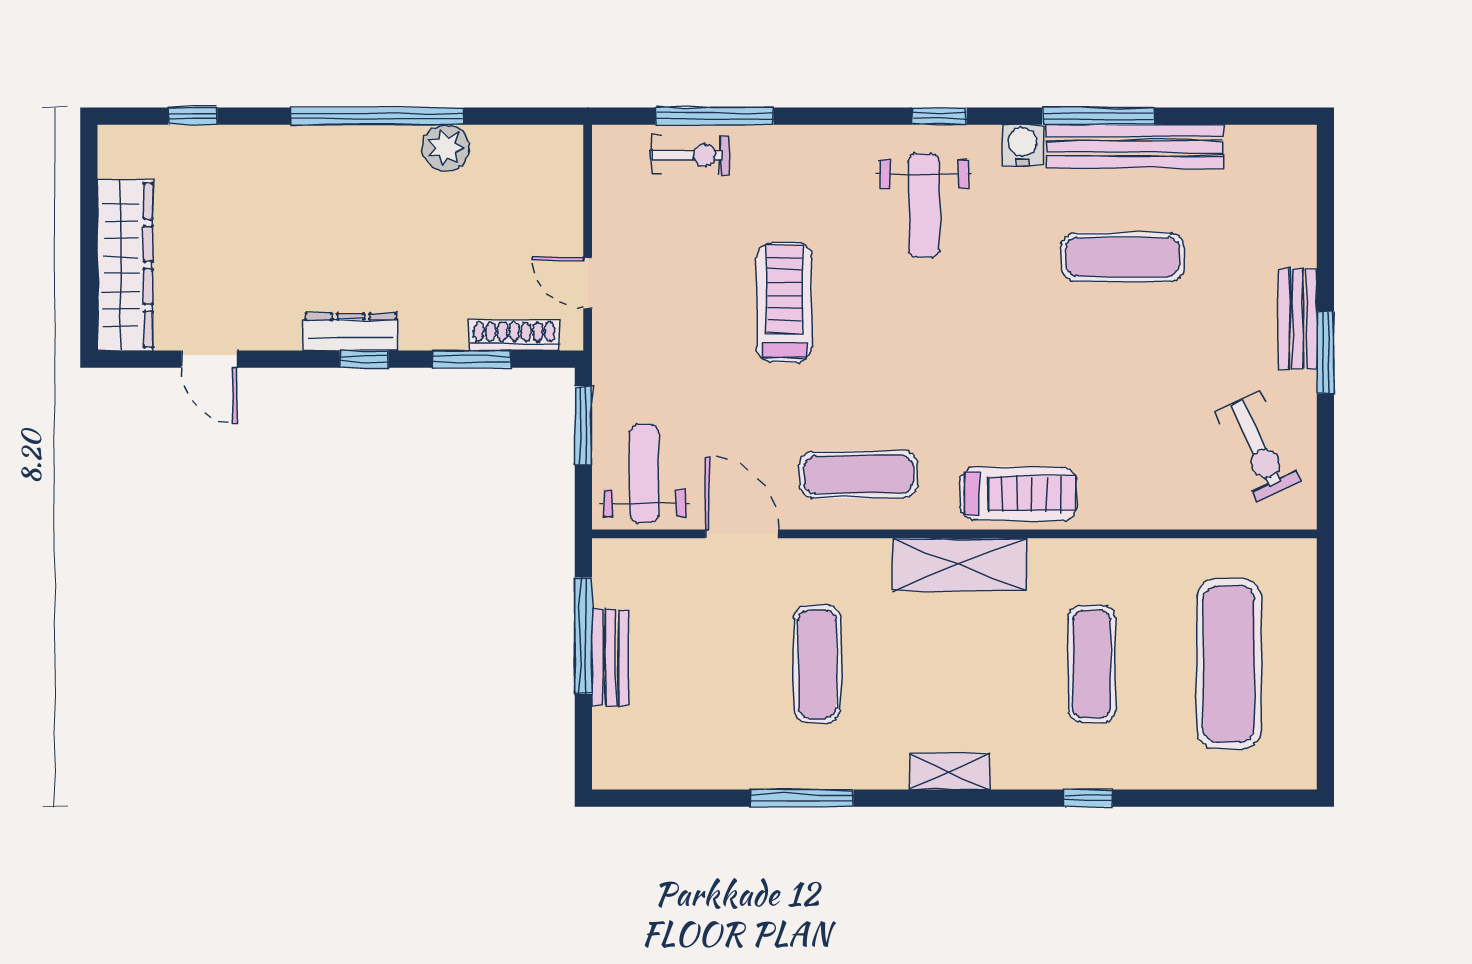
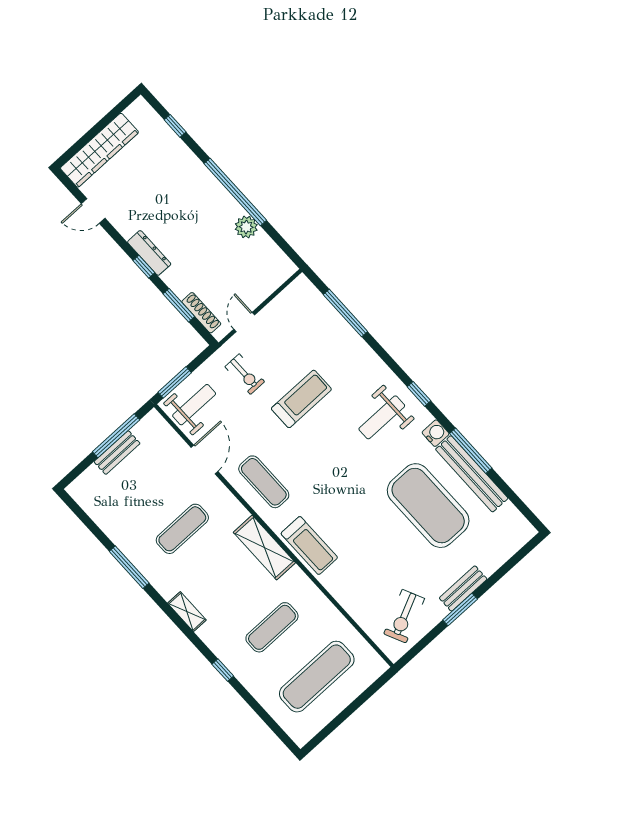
exercise bike: (690, 155) -> (245, 374), moved
exercise mat: (1123, 257) -> (428, 506), width x2.00, depth x1.45
door: (209, 359) -> (93, 211), hinge flipped
window: (583, 425) -> (175, 382), moved

